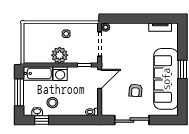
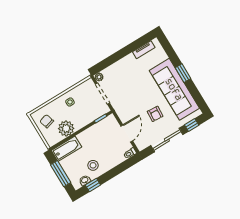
chair: (35, 38) -> (47, 121), added
plant: (60, 55) -> (66, 128), moved
washing machine: (60, 74) -> (85, 138), removed
door: (100, 79) -> (127, 133), moved
window: (162, 120) -> (192, 125), added

